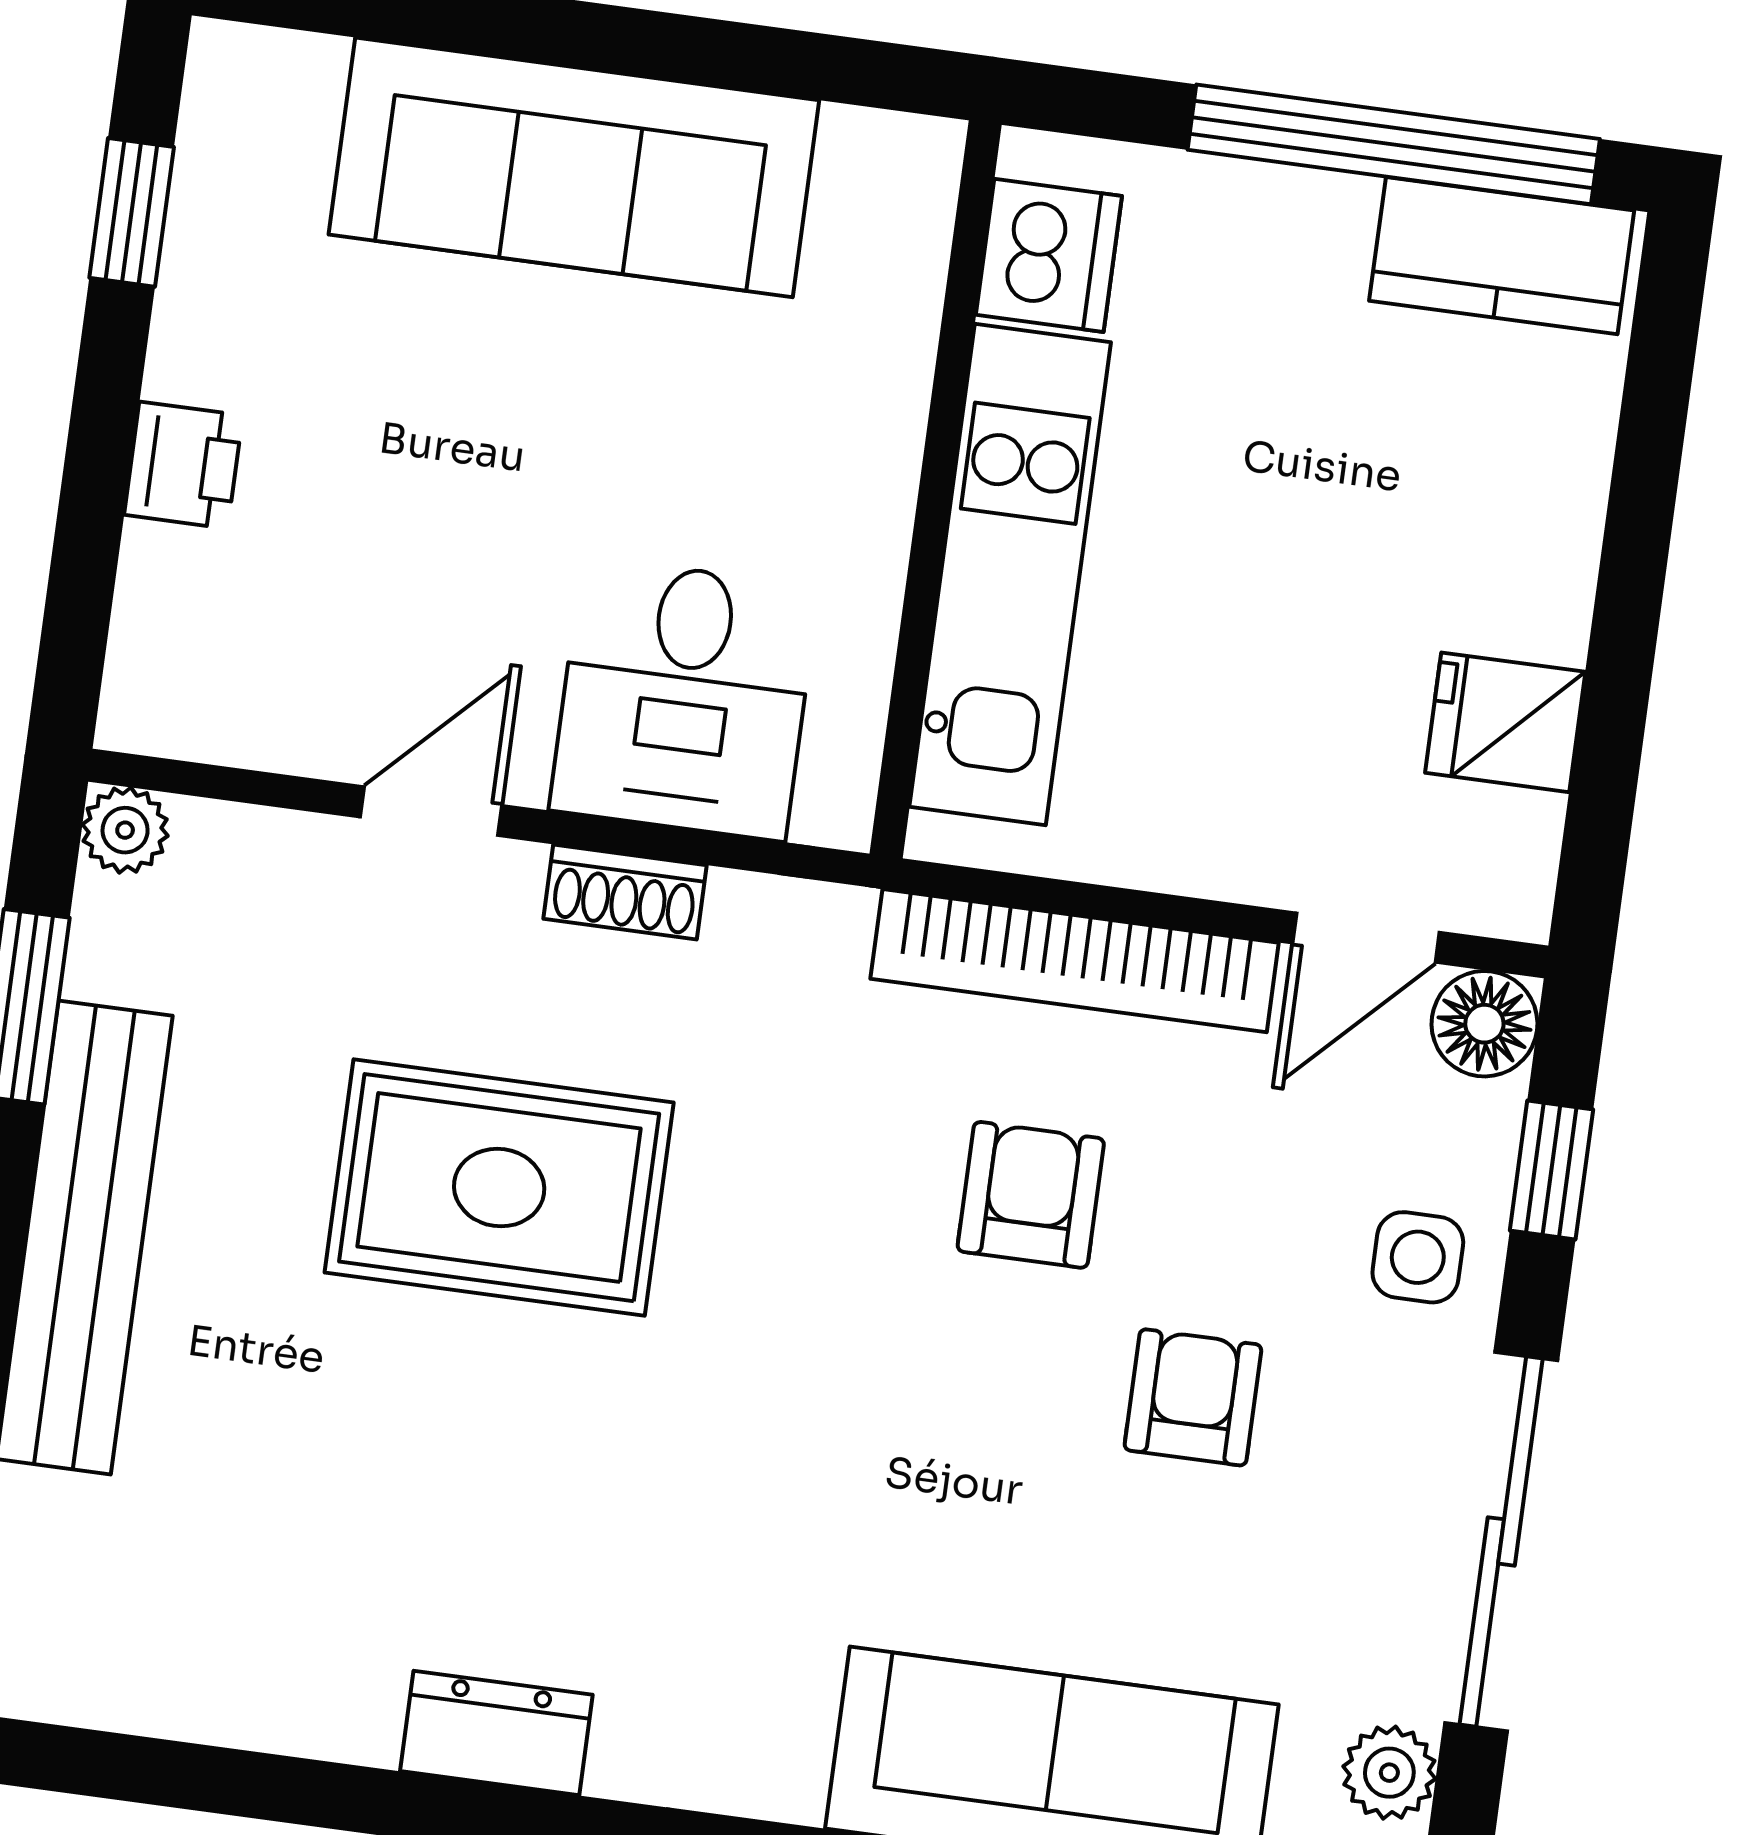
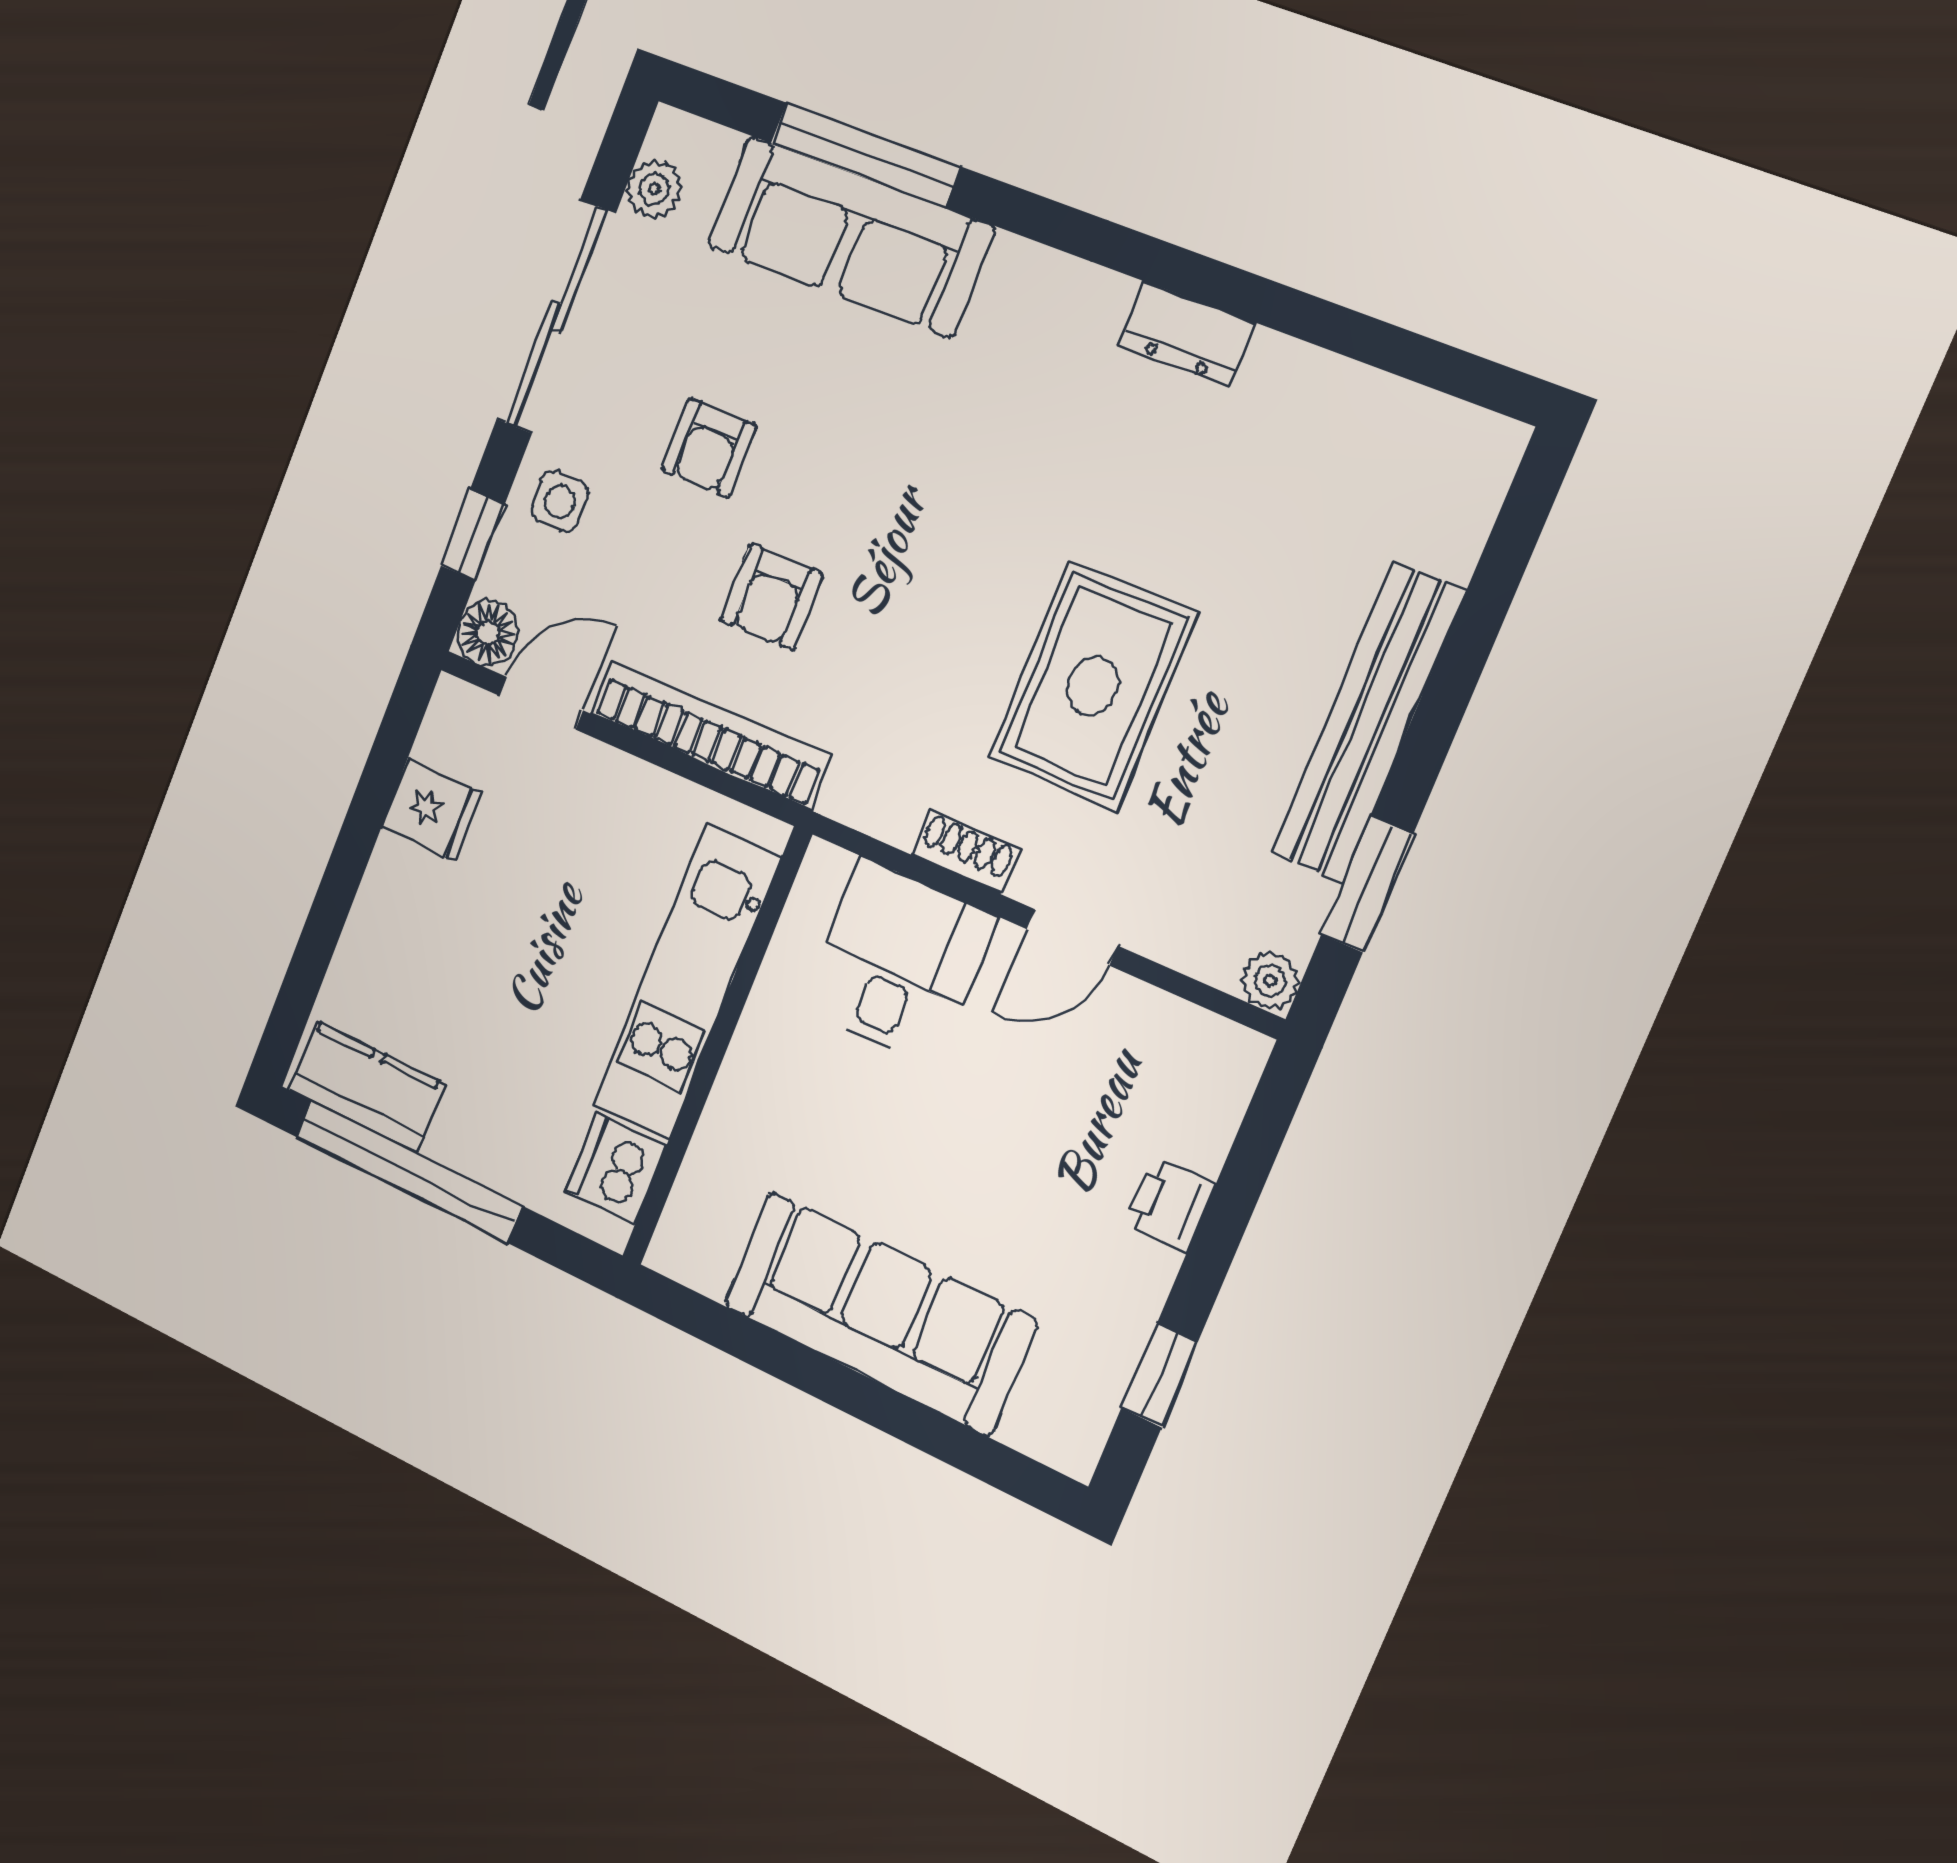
rug: (499, 1188) -> (1092, 686), turned 90

